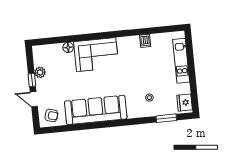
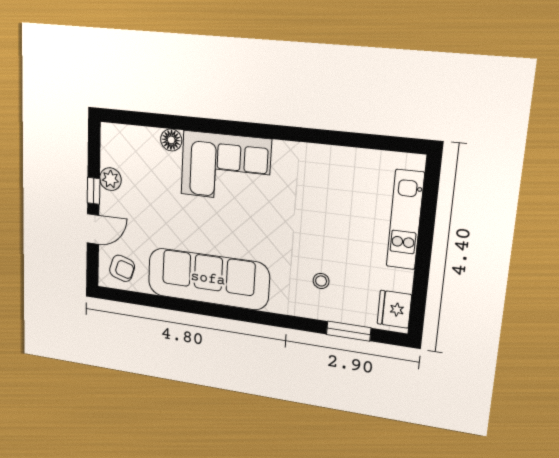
dishwasher: (145, 41) -> (334, 159), removed
door: (34, 99) -> (93, 229), swing flipped

